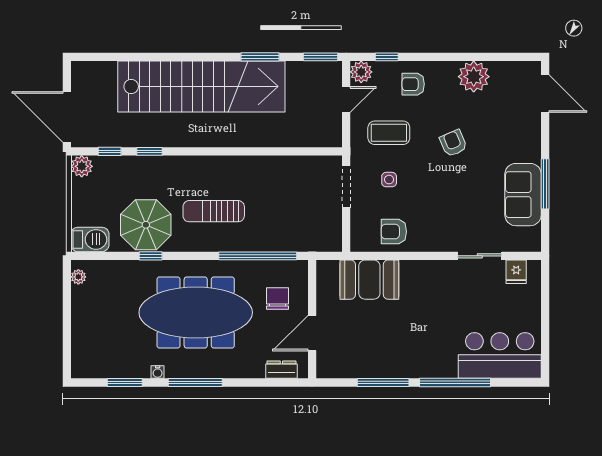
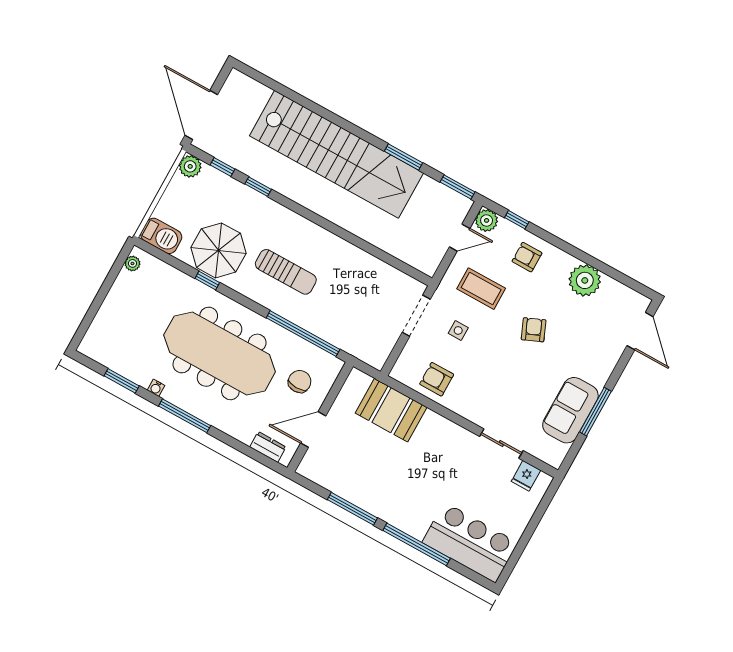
sun lounger: (214, 211) -> (286, 272), turned 180

